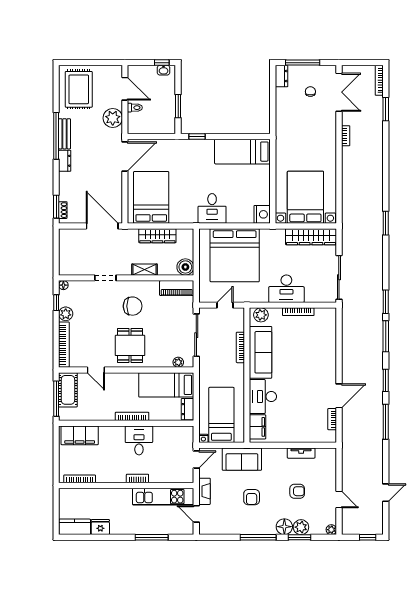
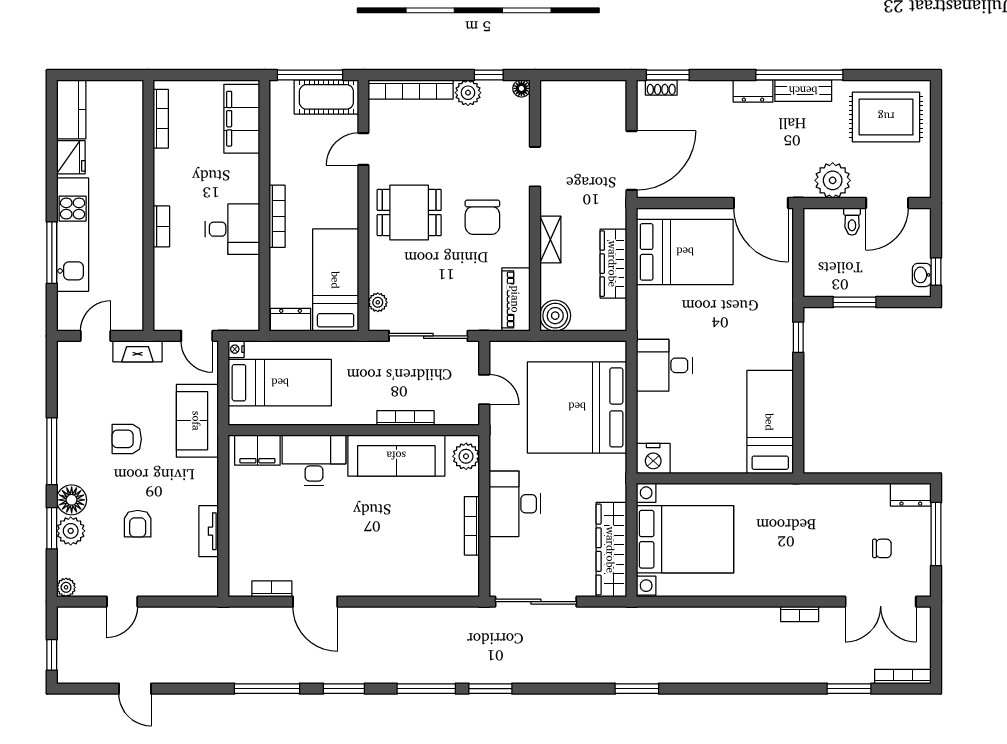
kitchen unit: (163, 497) -> (73, 235), moved, turned 180

